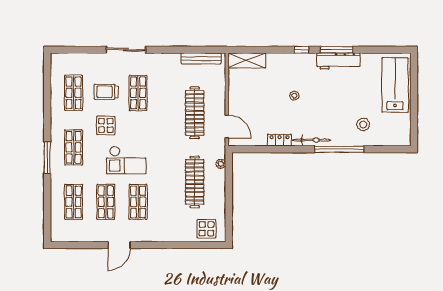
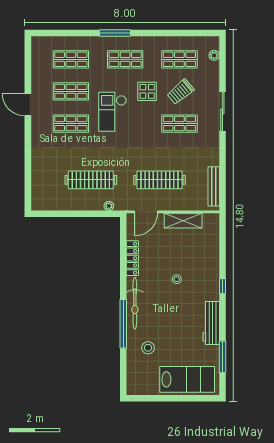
window: (337, 50) -> (222, 357), moved
plant: (70, 58) -> (214, 55), added
shelving: (247, 60) -> (183, 221), moved, turned 90
trolley: (106, 92) -> (181, 92), turned -130
locker: (279, 140) -> (132, 258), width x1.53
bicycle: (311, 140) -> (135, 303), width x1.37, depth x1.40
display table: (206, 229) -> (44, 192), removed

